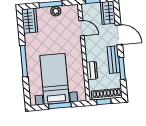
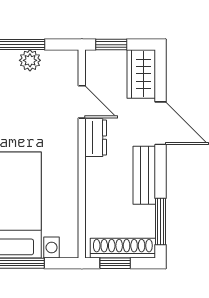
window: (122, 68) -> (160, 222), moved
dresser: (92, 70) -> (96, 138), moved

